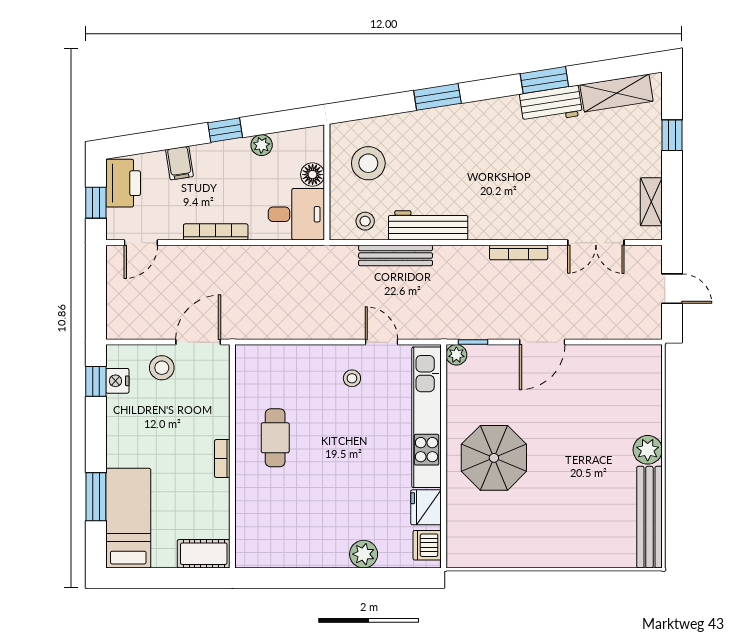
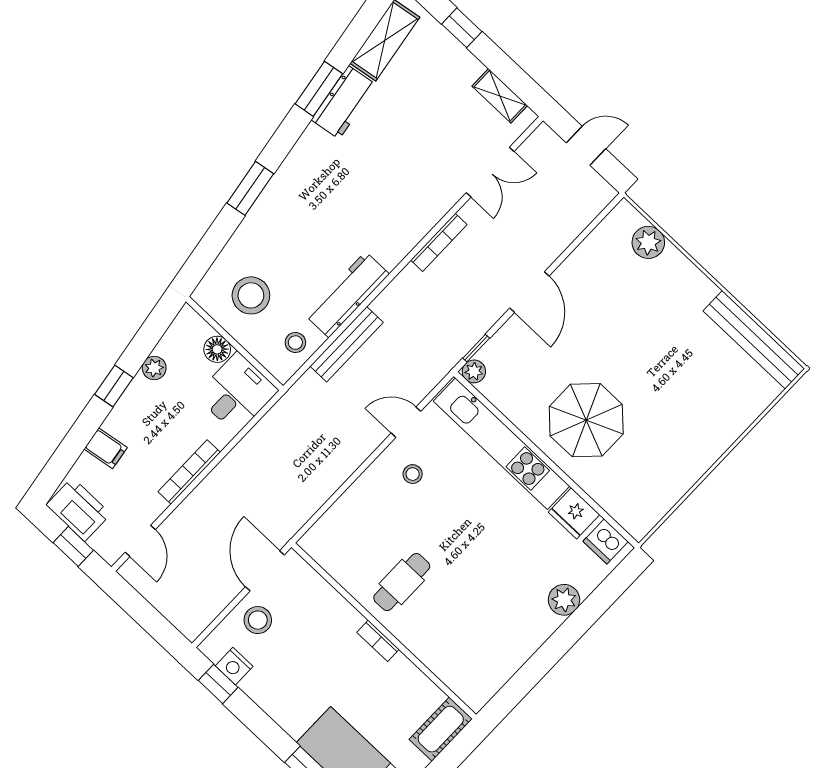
cafe table: (275, 438) -> (402, 582), turned 90
plant: (648, 450) -> (648, 242), moved

